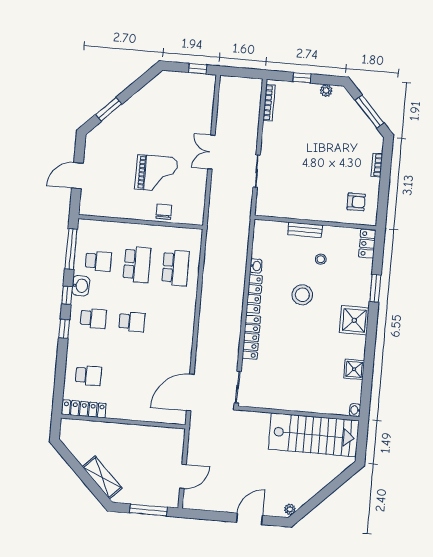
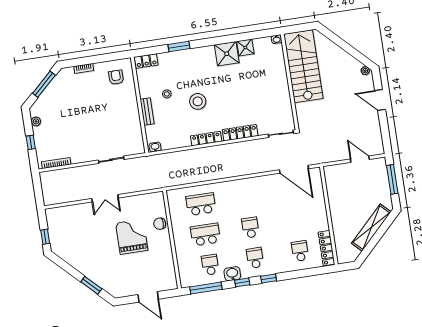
window: (198, 69) -> (45, 237), moved
washbasin: (256, 266) -> (155, 147), moved
shower: (354, 320) -> (227, 54), moved
shelving: (102, 477) -> (371, 228), width x1.47

